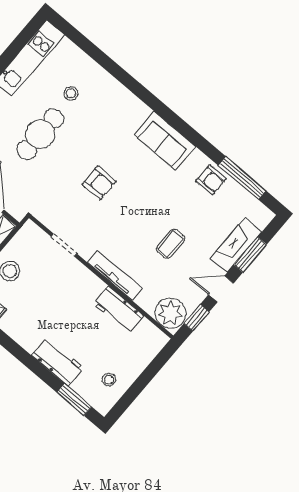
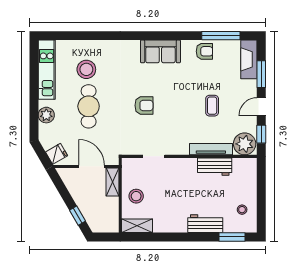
stool: (71, 93) -> (86, 69), width x1.89, depth x1.89
fireplace: (236, 245) -> (249, 59), moved
tv unit: (115, 275) -> (211, 149), moved

